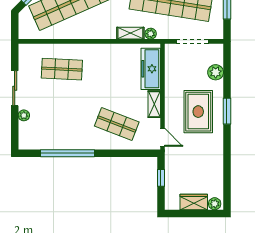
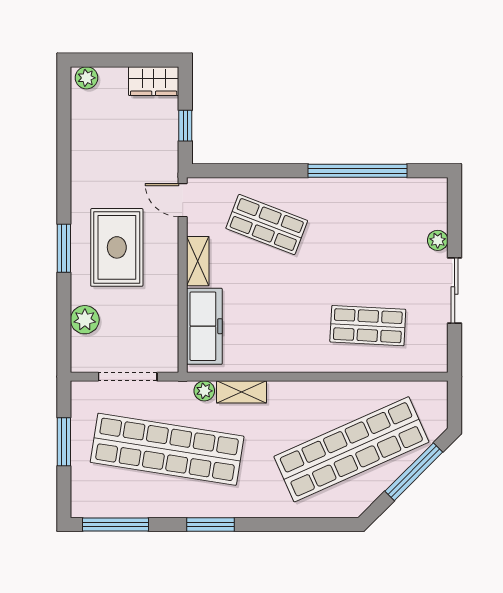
wardrobe: (194, 202) -> (154, 81), moved

